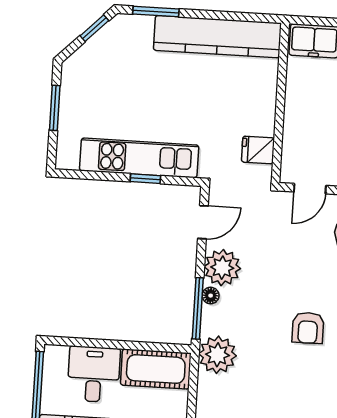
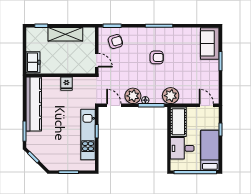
fridge: (258, 150) -> (66, 84), moved

